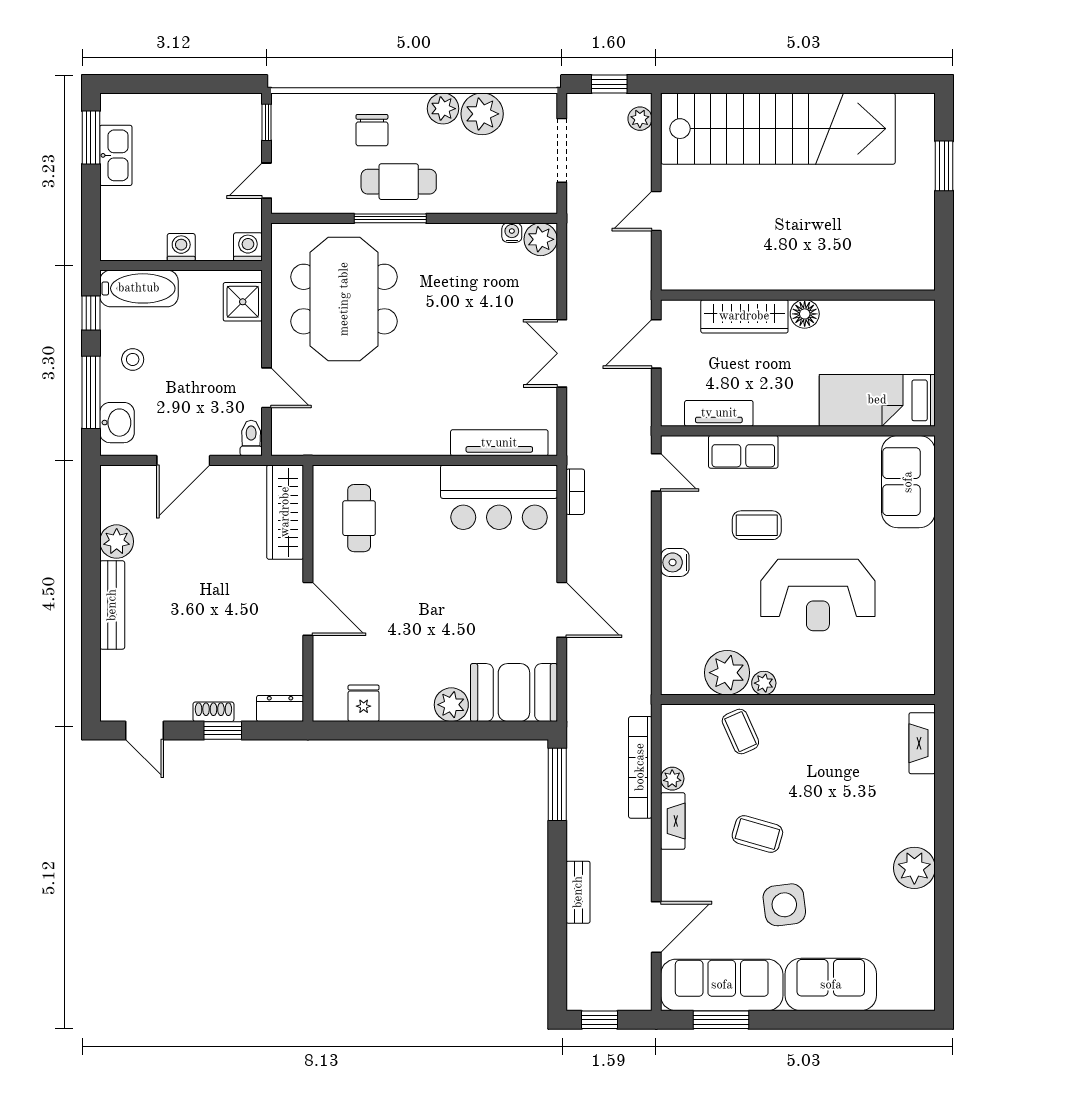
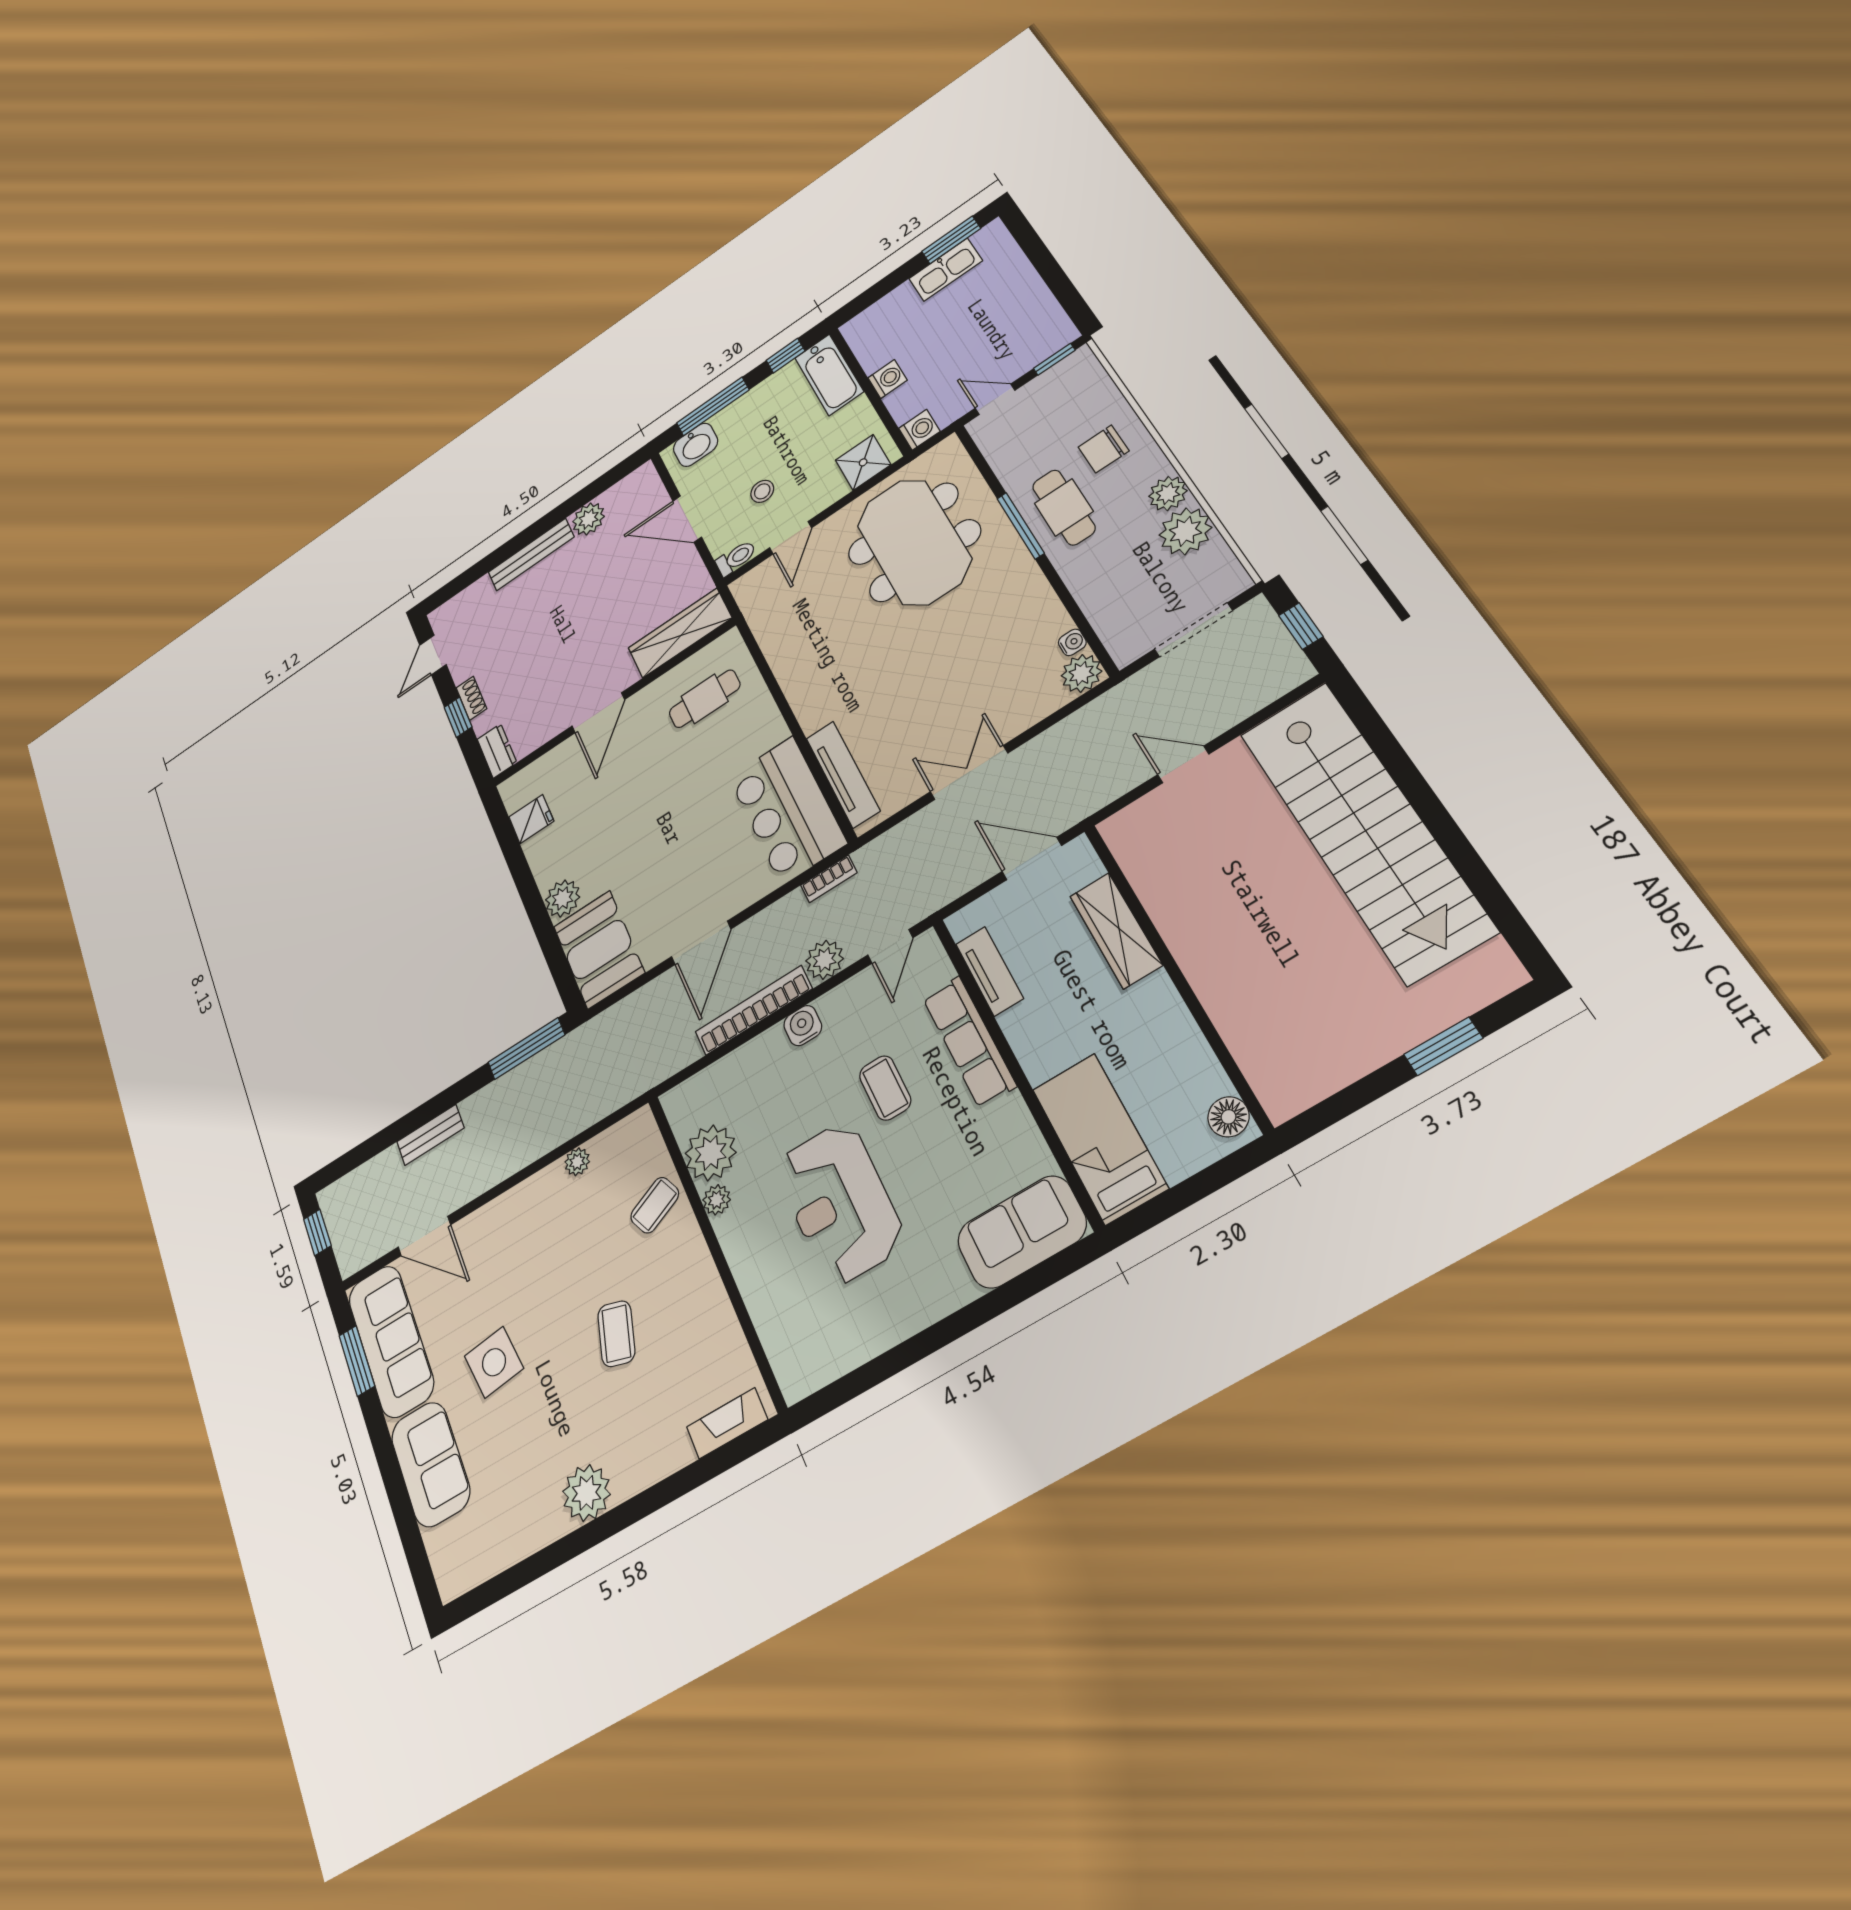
plant: (640, 119) -> (825, 960), moved, width x1.38, depth x1.38
meeting table: (344, 299) -> (914, 542), turned 90
floor lamp: (805, 314) -> (1228, 1117), moved
stool: (133, 359) -> (762, 491), moved
row of seats: (743, 452) -> (969, 1042), width x1.48
bookcase: (640, 767) -> (753, 1010), moved
fireplace: (673, 821) -> (535, 1189), removed
coffee table: (757, 834) -> (616, 1334), moved

